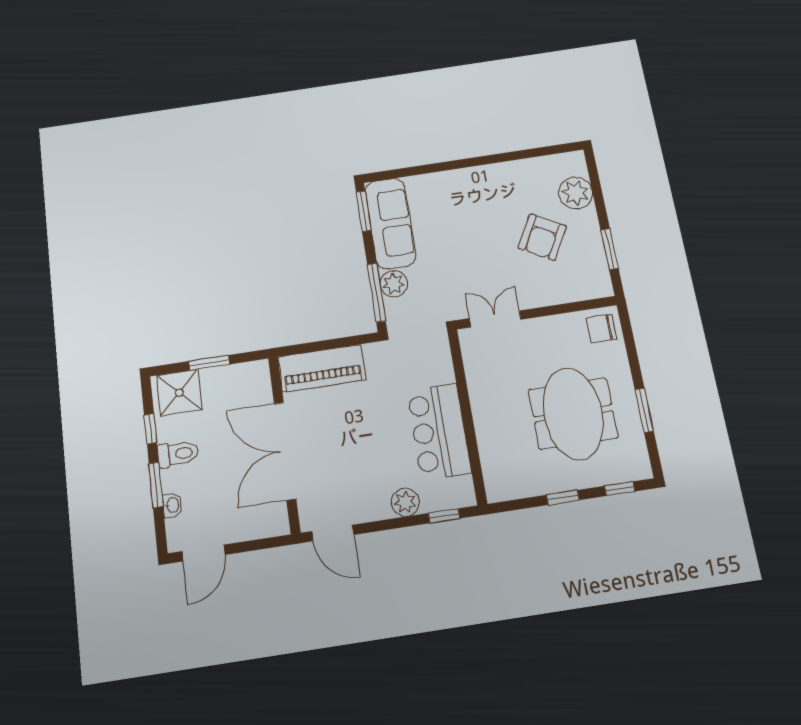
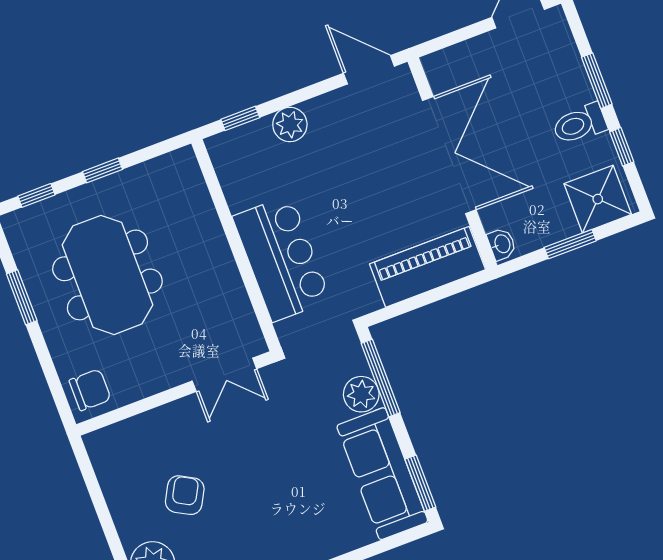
armchair: (542, 237) -> (185, 495), width x0.72, depth x0.72
window: (609, 249) -> (97, 497), removed
bar counter: (439, 431) -> (282, 258), moved
washbasin: (172, 505) -> (502, 244), moved, turned 180

